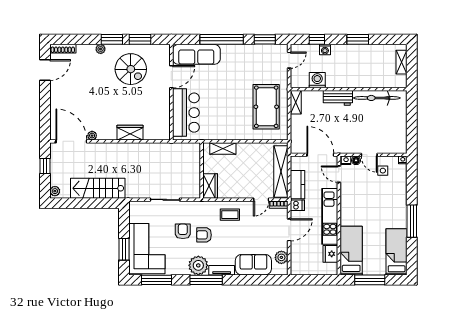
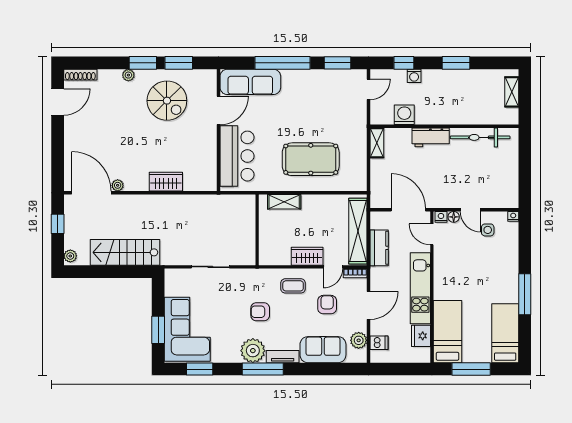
pool table: (266, 107) -> (311, 159), moved, turned 90
wardrobe: (210, 186) -> (307, 256), moved, turned -90
dishwasher: (297, 205) -> (379, 343), moved
armchair: (183, 231) -> (327, 305), moved
window: (157, 280) -> (200, 369), width x0.69

